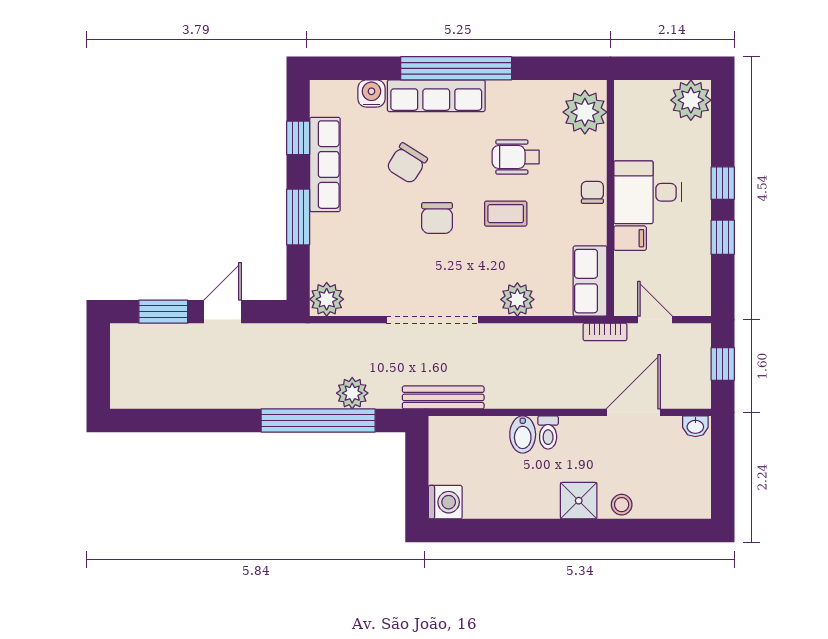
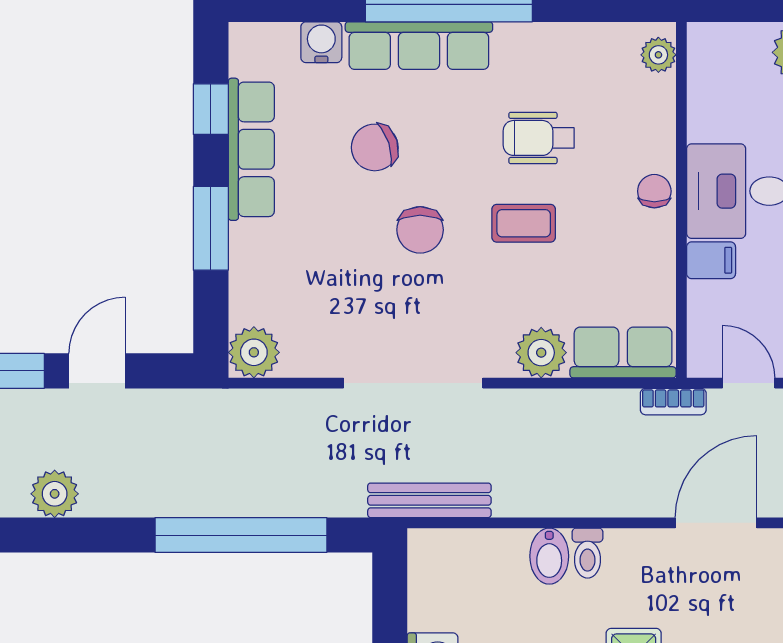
plant: (585, 112) -> (658, 55), width x0.53, depth x0.53
chair: (407, 163) -> (375, 147), turned 40
row of seats: (590, 281) -> (623, 353), moved, turned 90
plant: (352, 393) -> (55, 494), moved

